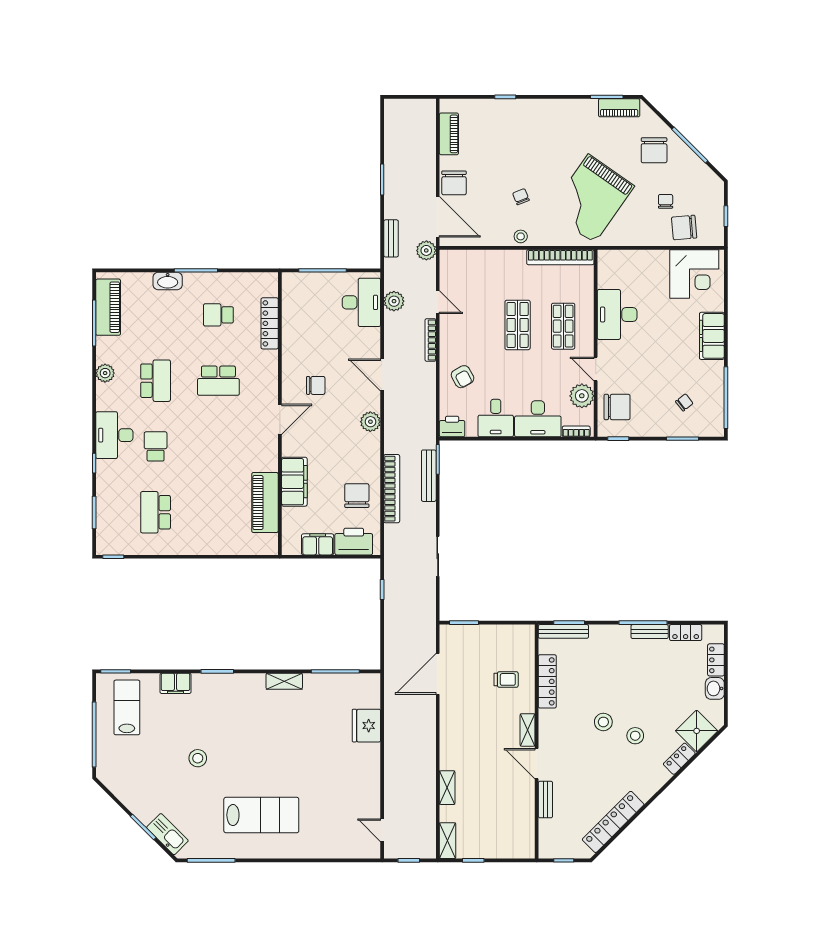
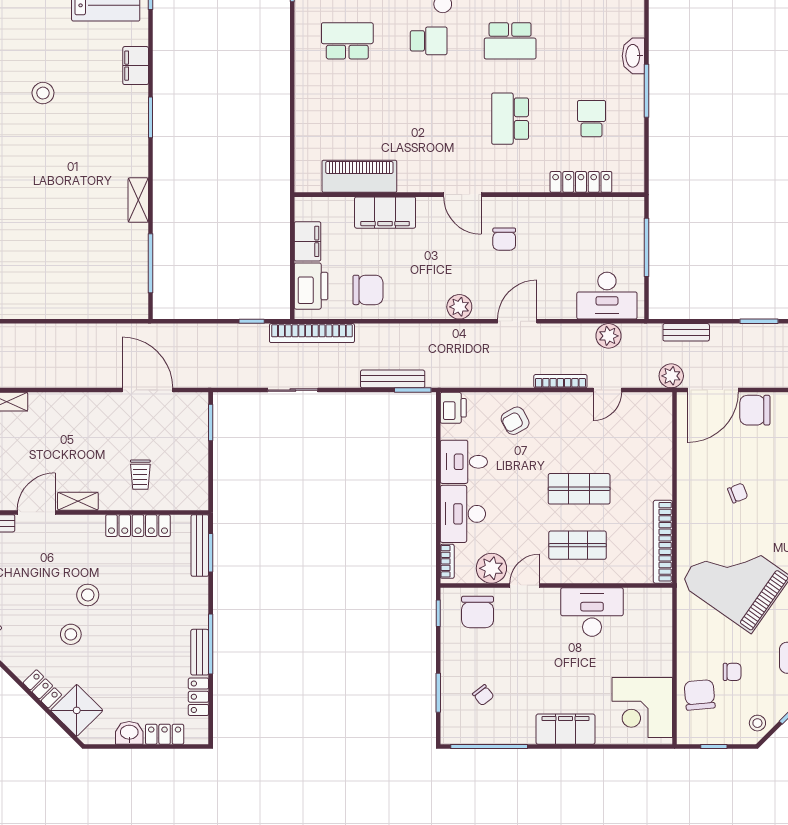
stool: (521, 236) -> (757, 723), moved
bookcase: (392, 489) -> (312, 333), moved
fridge: (366, 726) -> (83, 302), removed

